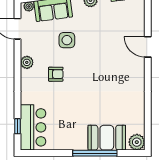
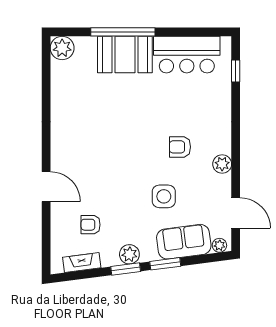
armchair: (117, 21) -> (91, 225), added
bar counter: (33, 127) -> (187, 55), moved, turned -90
booth: (107, 138) -> (125, 54), moved

